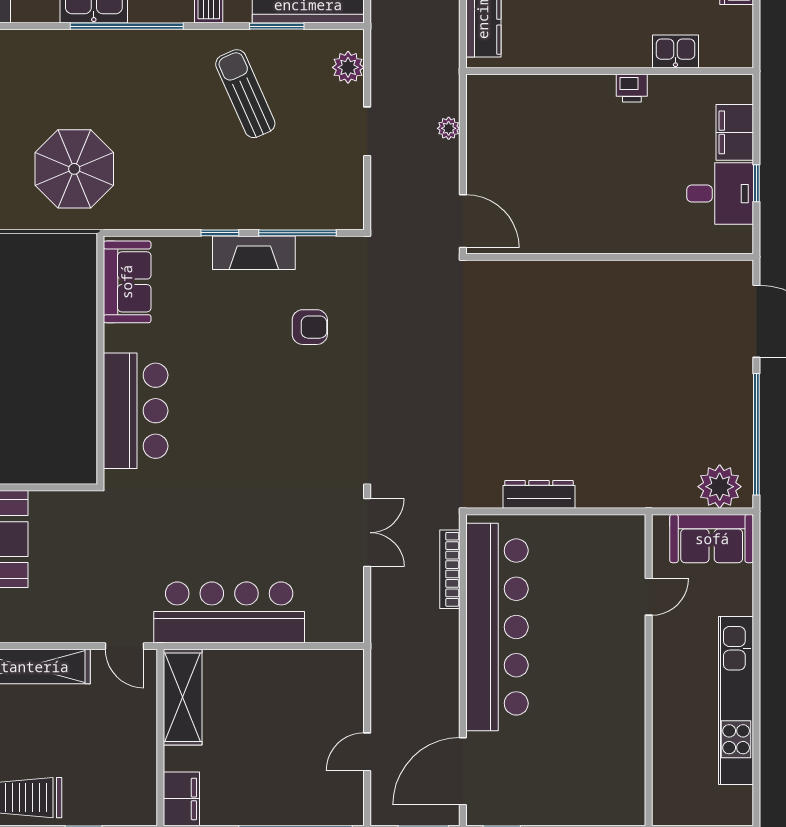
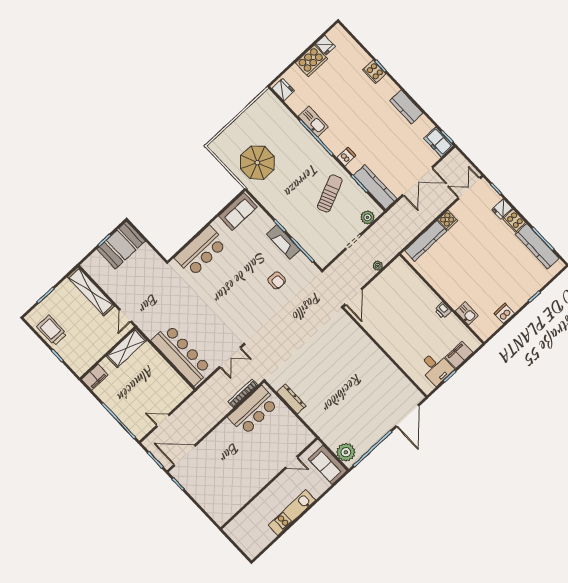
bar counter: (229, 612) -> (182, 355), moved
bar counter: (497, 627) -> (253, 411), width x0.54
kitchen unit: (736, 700) -> (292, 512), width x0.73

